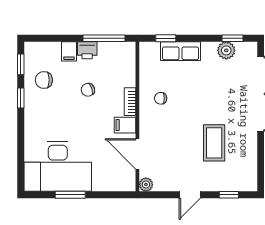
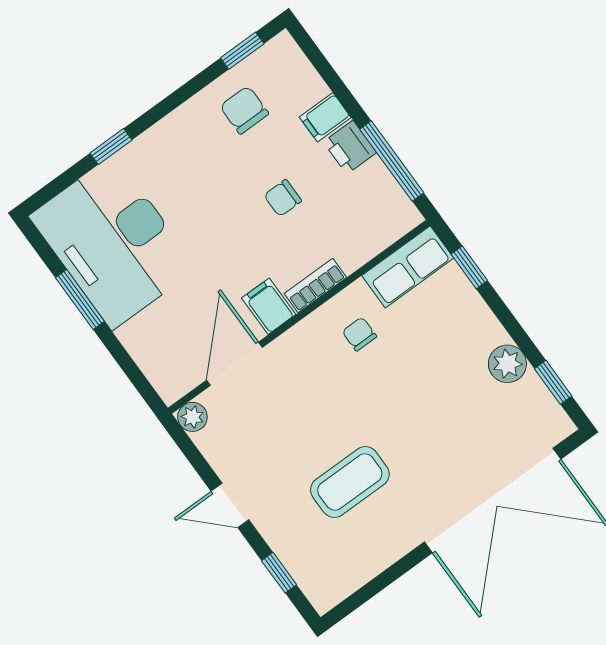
plant: (226, 50) -> (507, 364), moved
row of seats: (180, 51) -> (408, 267), moved, turned -90
chair: (88, 90) -> (283, 198), turned -70
window: (21, 98) -> (111, 146), moved

